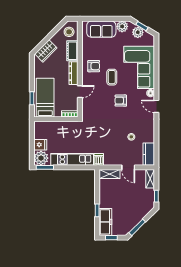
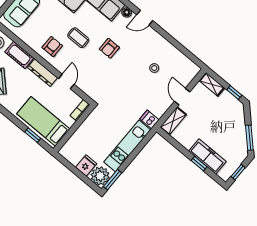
kitchen counter: (149, 154) -> (186, 65), removed
door: (128, 167) -> (182, 97), swing flipped
freezer: (105, 222) -> (207, 156), moved

